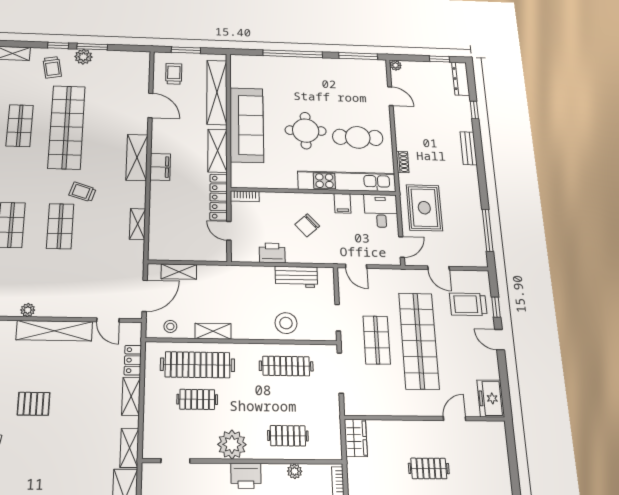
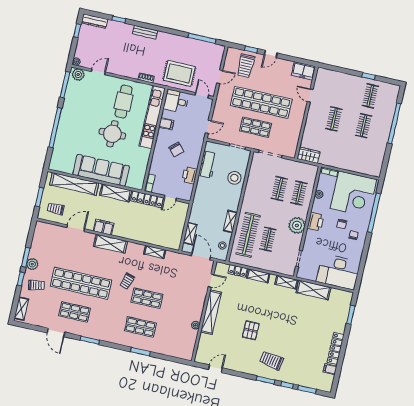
plant: (378, 71) -> (78, 75), added
filing cabinet: (160, 167) -> (104, 227), moved
clothes rail: (286, 366) -> (279, 189), moved, width x0.73

